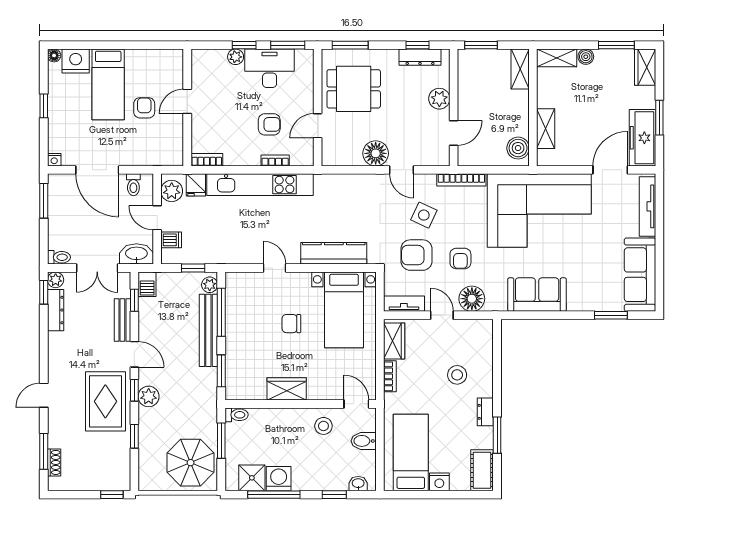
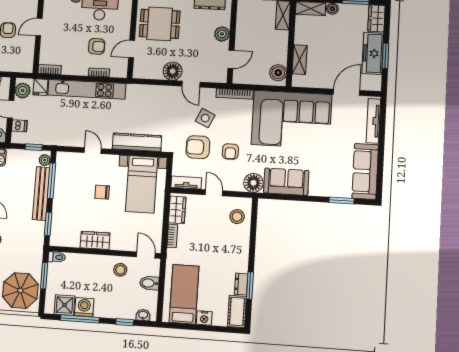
freezer: (643, 138) -> (373, 53), moved
floor lamp: (472, 299) -> (253, 183), moved
stool: (457, 375) -> (237, 217), moved
dresser: (485, 412) -> (241, 284), moved

